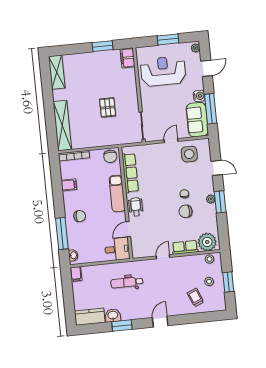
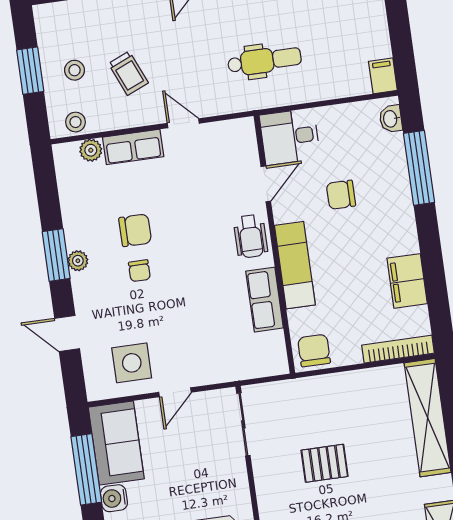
pallet: (108, 107) -> (325, 463), turned 90
row of seats: (130, 173) -> (265, 300), width x0.68
filing cabinet: (69, 185) -> (407, 281), width x2.00
chair: (80, 216) -> (341, 195), moved
plant: (207, 242) -> (91, 150), width x0.53, depth x0.53
door: (163, 257) -> (183, 123), swing flipped
trolley: (195, 297) -> (128, 73), moved

